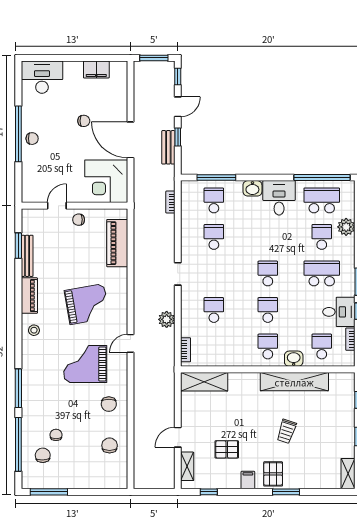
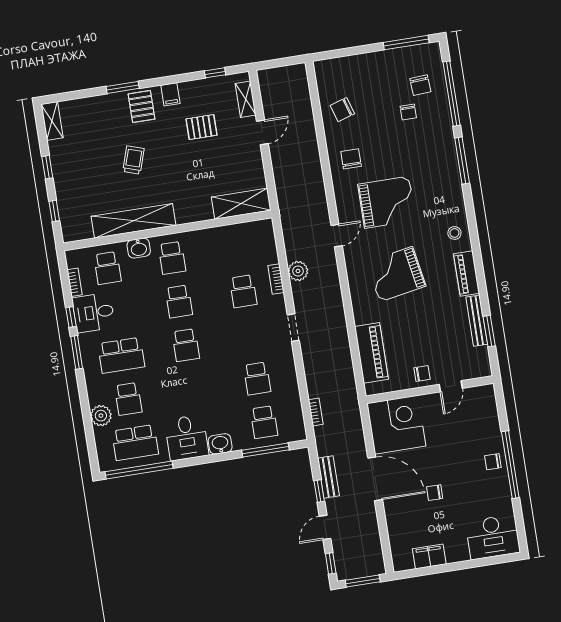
bookcase: (186, 350) -> (276, 279), moved
chair: (110, 445) -> (342, 110), turned 73

